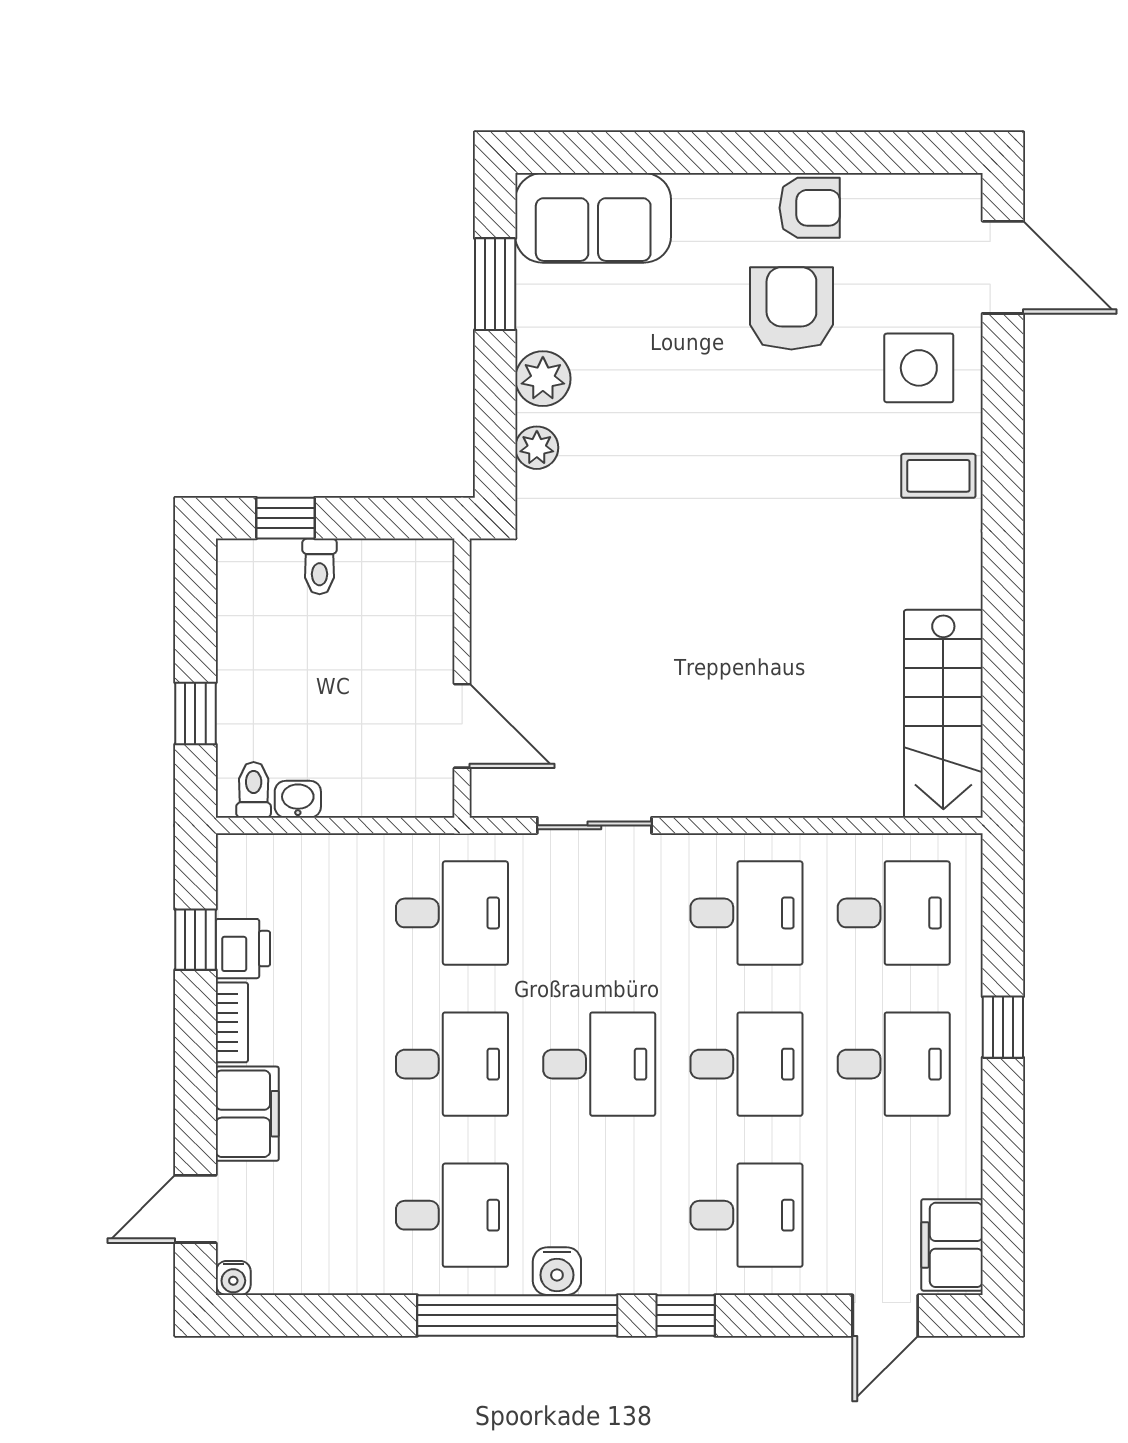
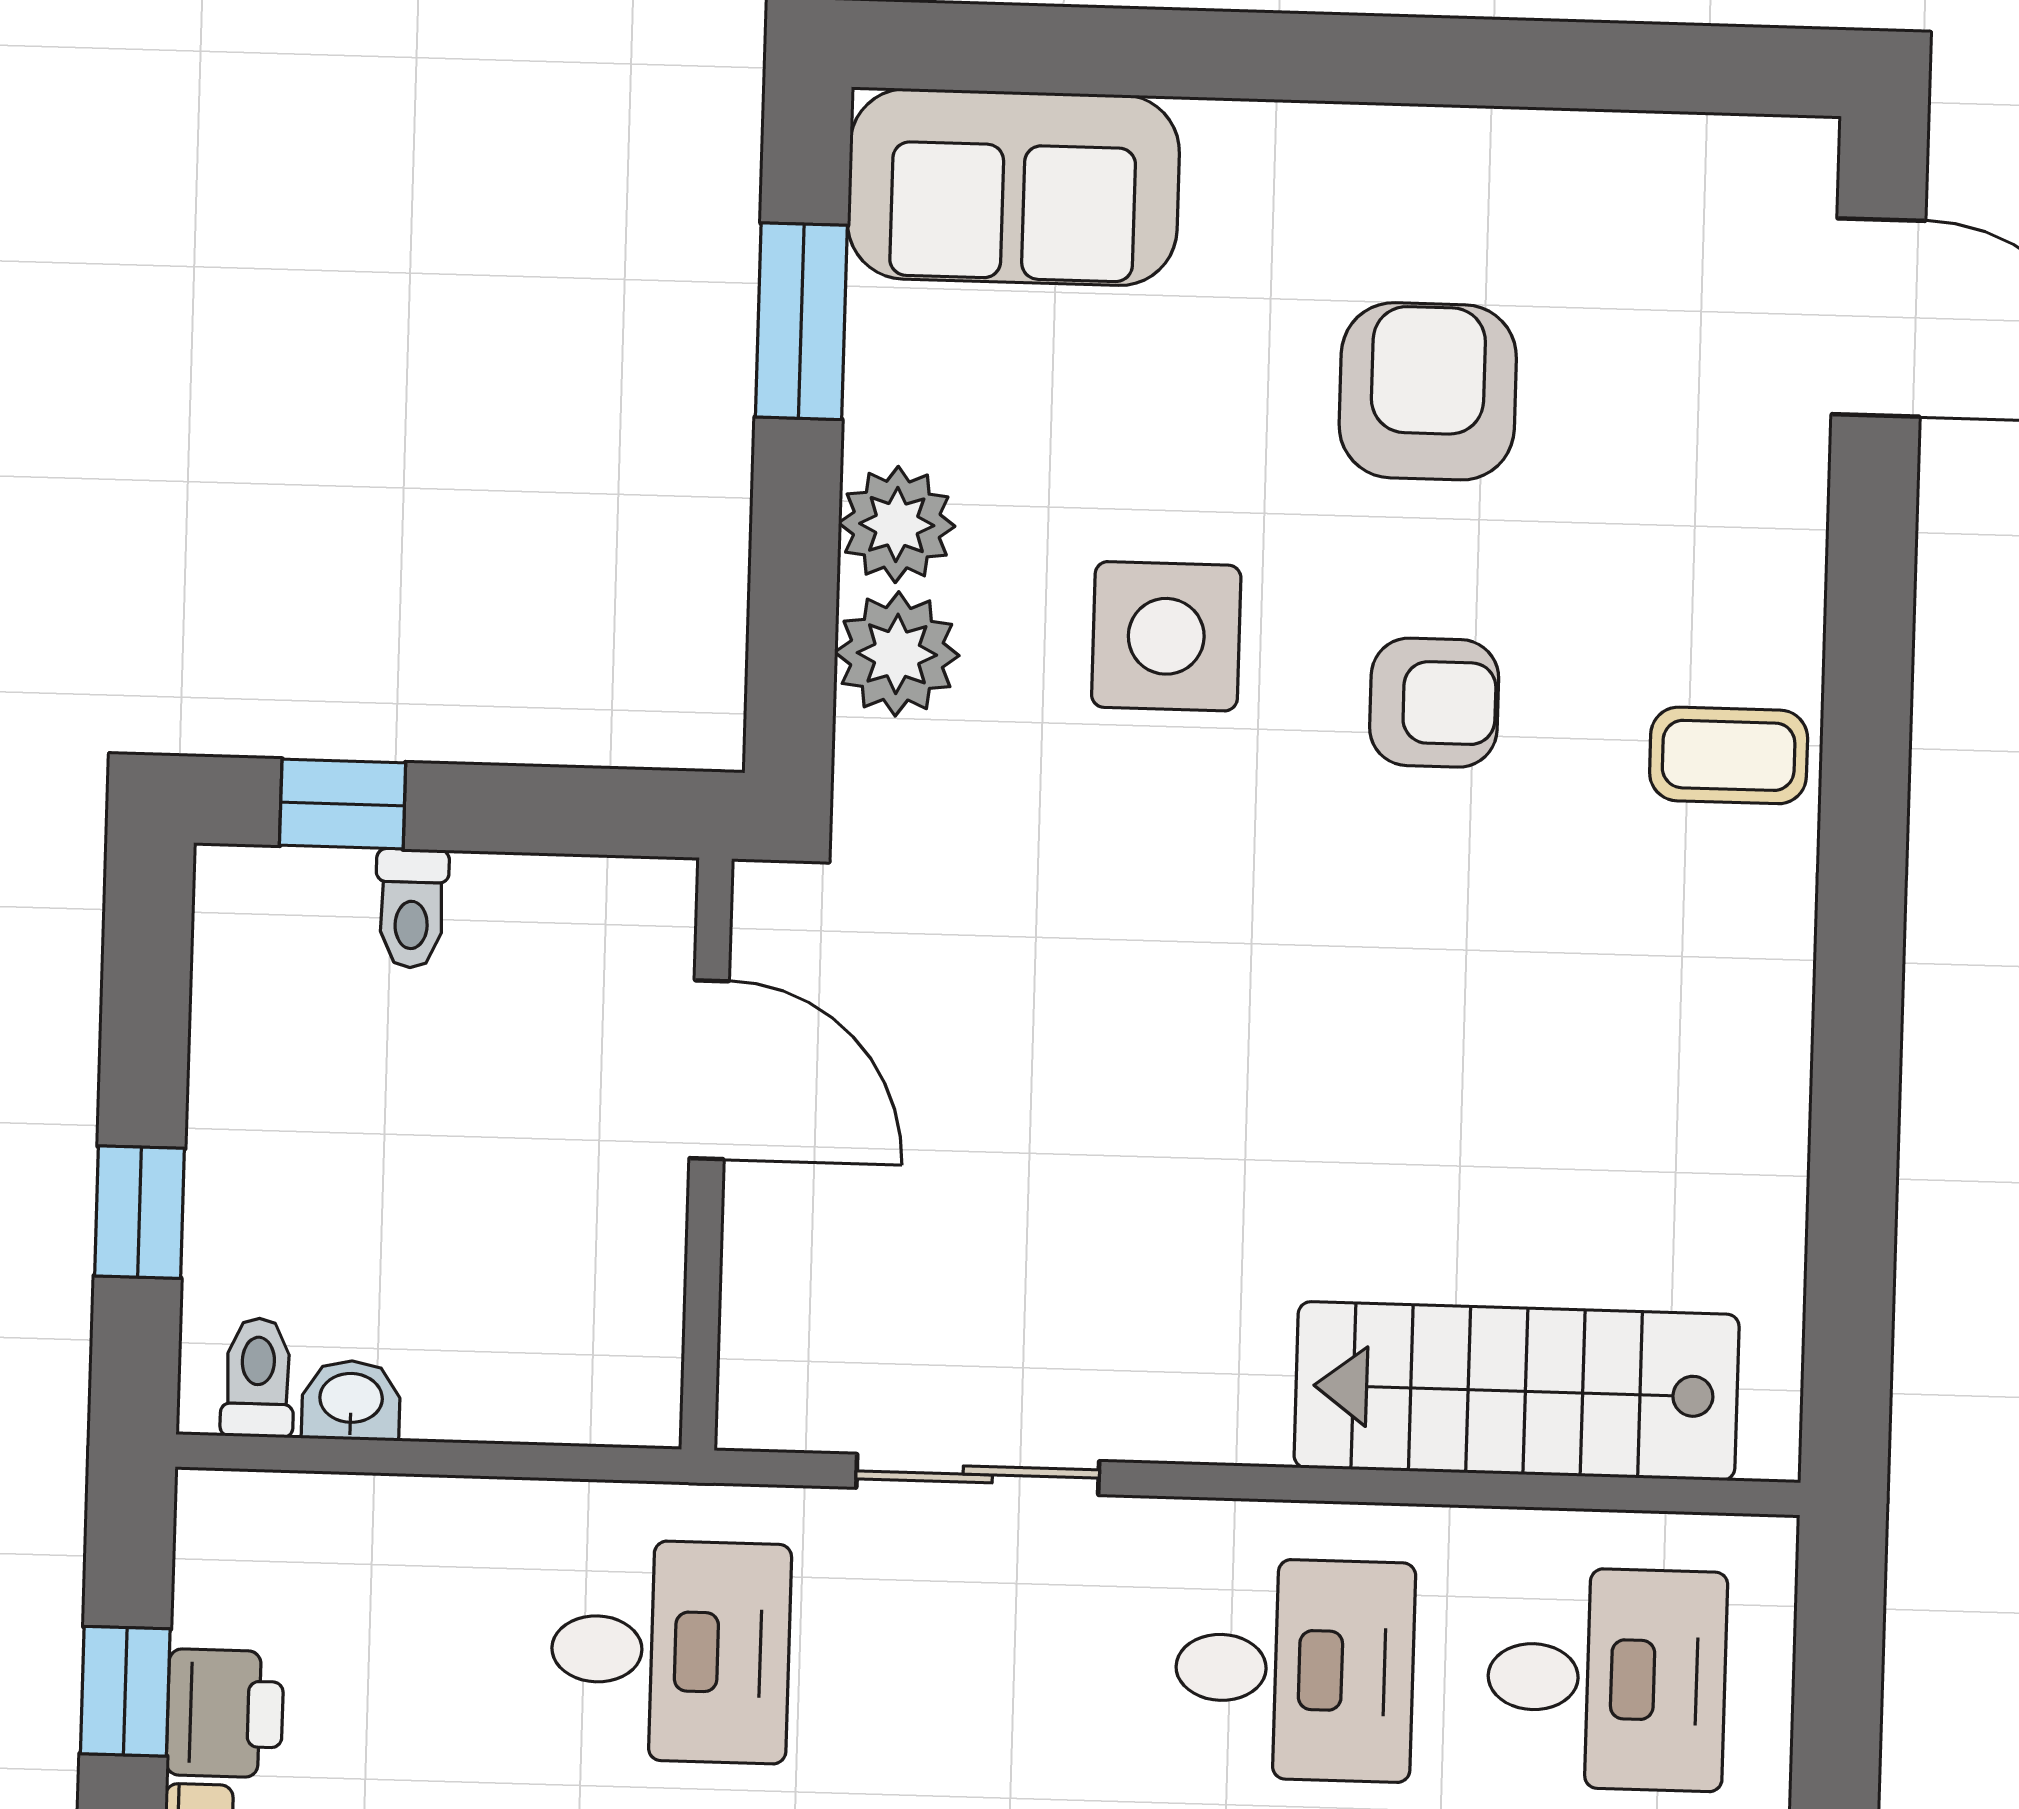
armchair: (810, 208) -> (1434, 703), moved
side table: (919, 368) -> (1166, 636), moved
plant: (537, 448) -> (897, 654), width x1.38, depth x1.38
stairs: (943, 714) -> (1517, 1391), moved, turned 90
door: (462, 726) -> (709, 1070), moved

